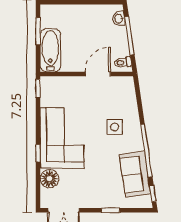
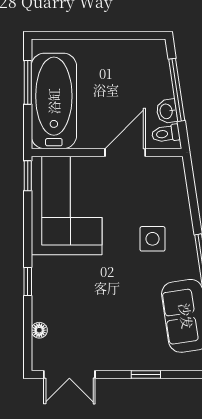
washbasin: (119, 19) -> (167, 111), moved
bathtub: (50, 50) -> (54, 101), width x1.36, depth x1.36
corner sofa: (62, 138) -> (67, 206), moved
floor lamp: (49, 179) -> (39, 330), width x0.53, depth x0.53

